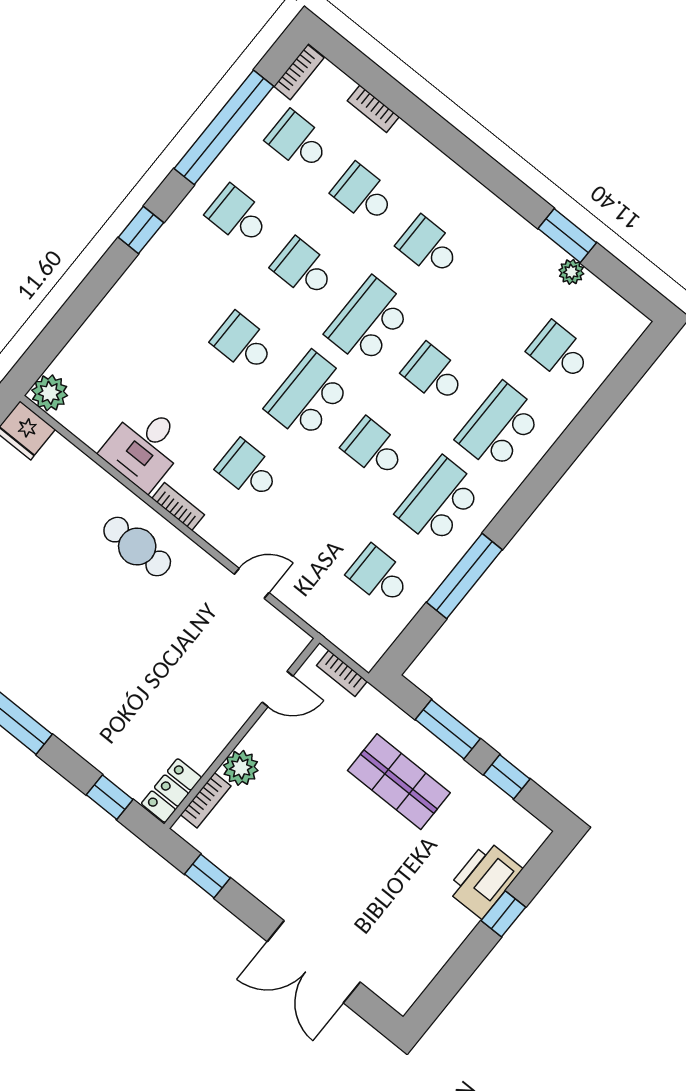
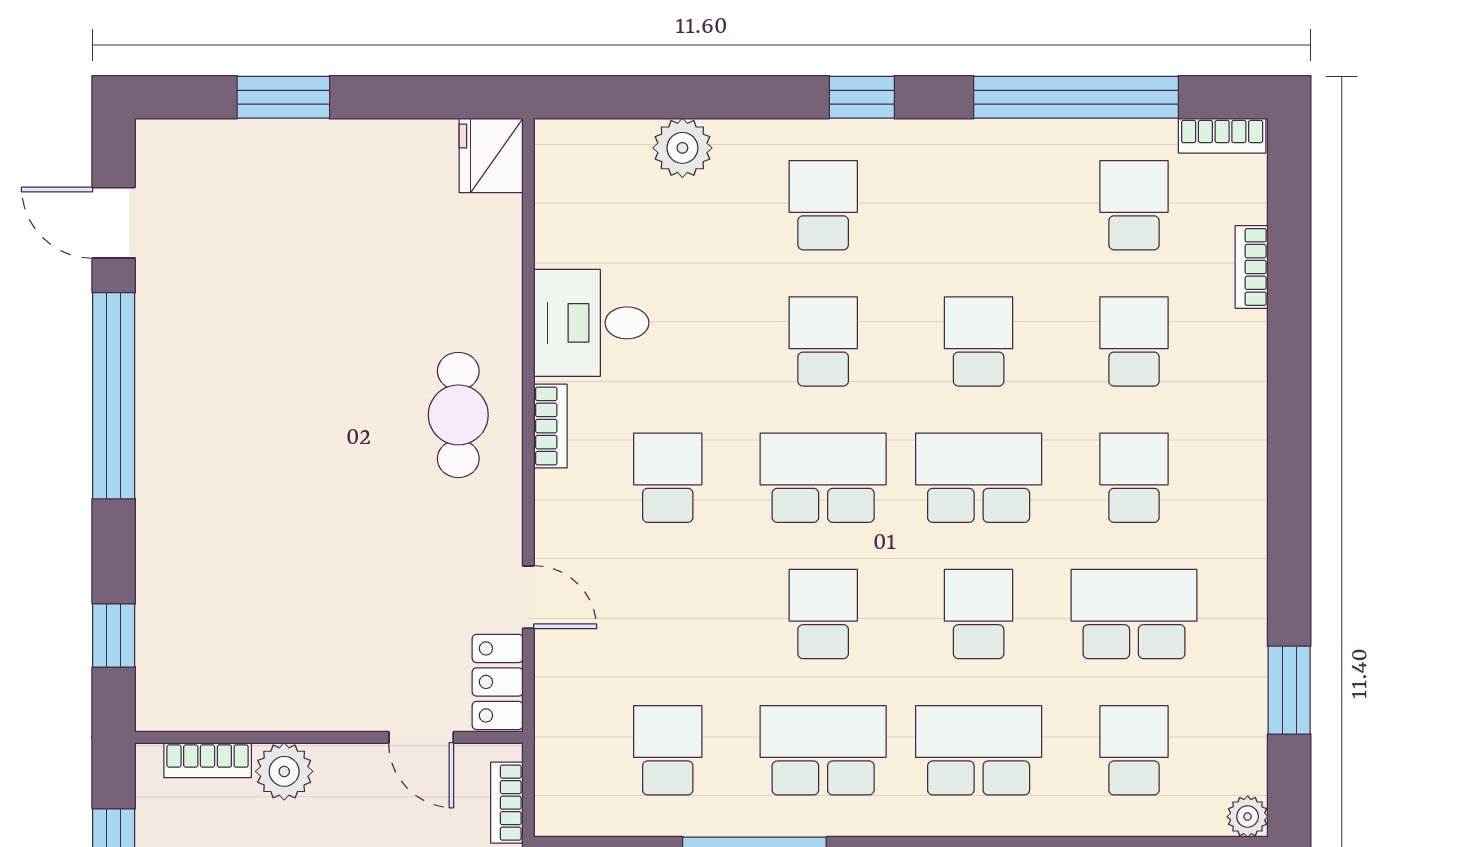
school desk: (238, 216) -> (823, 205), moved
window: (567, 236) -> (1289, 690), moved
plant: (571, 272) -> (1248, 817), moved
school desk: (494, 299) -> (1134, 614), added
plant: (50, 393) -> (682, 148), moved
locker: (171, 791) -> (498, 682), moved, turned -90

